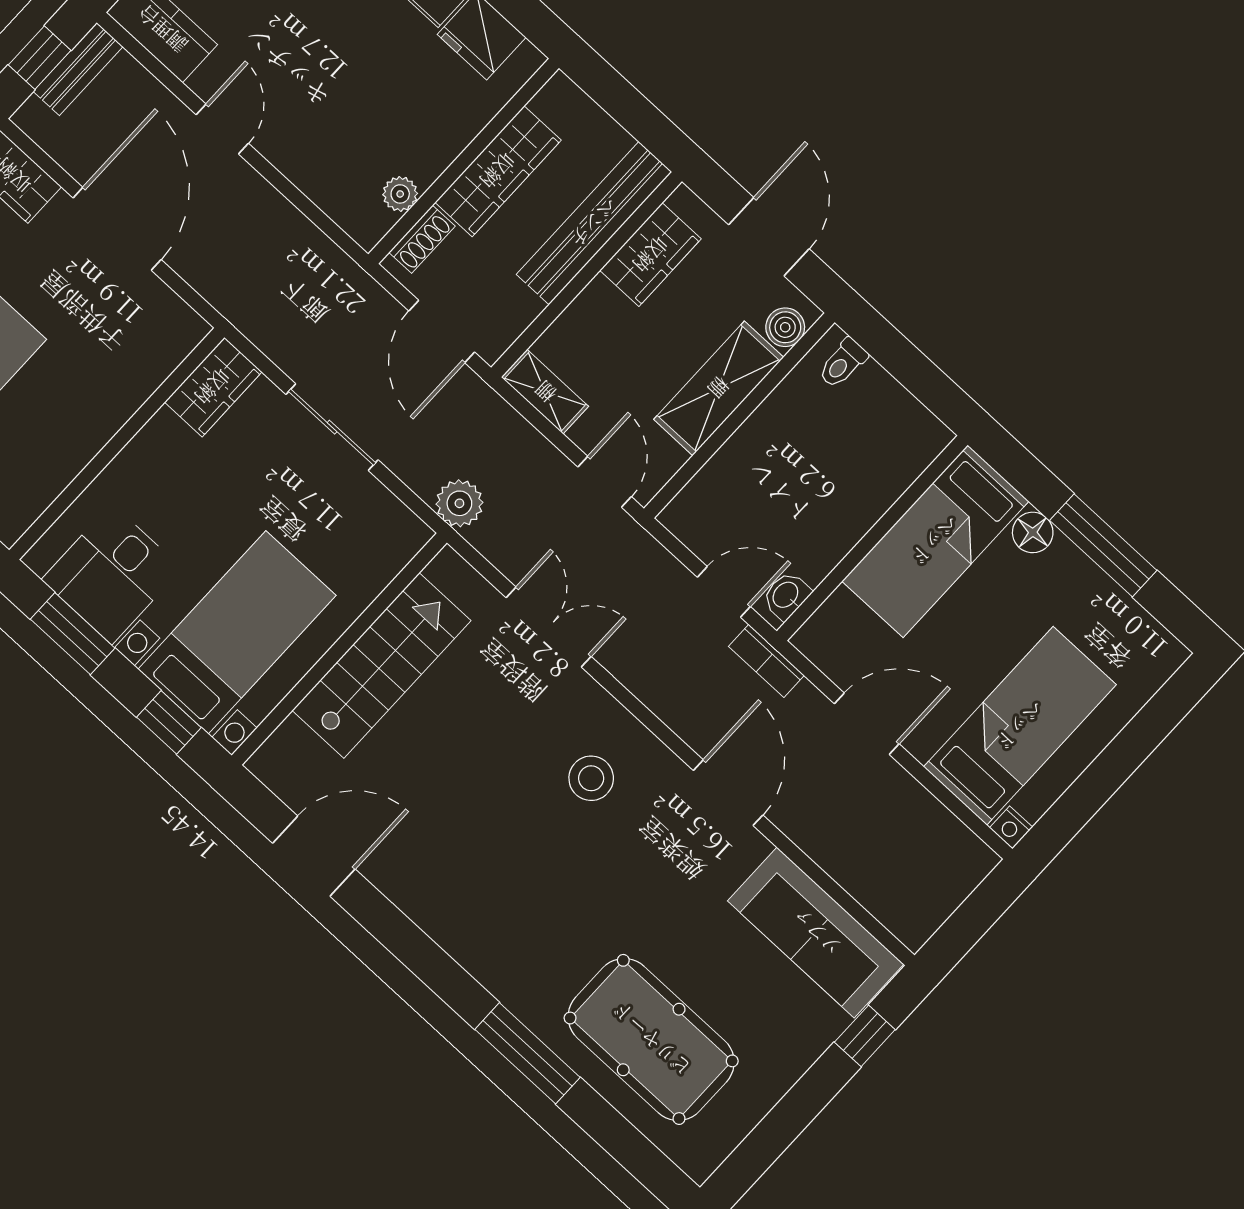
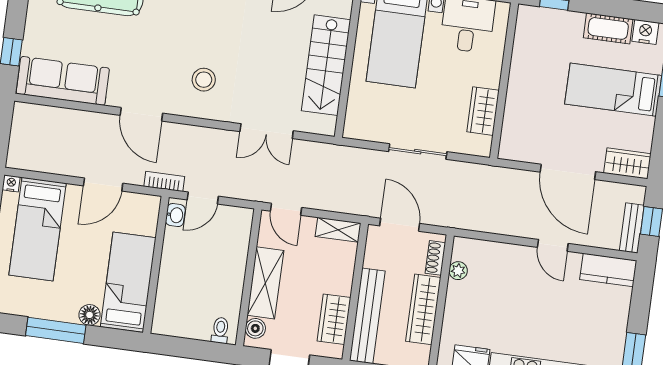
wardrobe: (213, 387) -> (483, 111), moved
plant: (459, 503) -> (341, 157), removed

